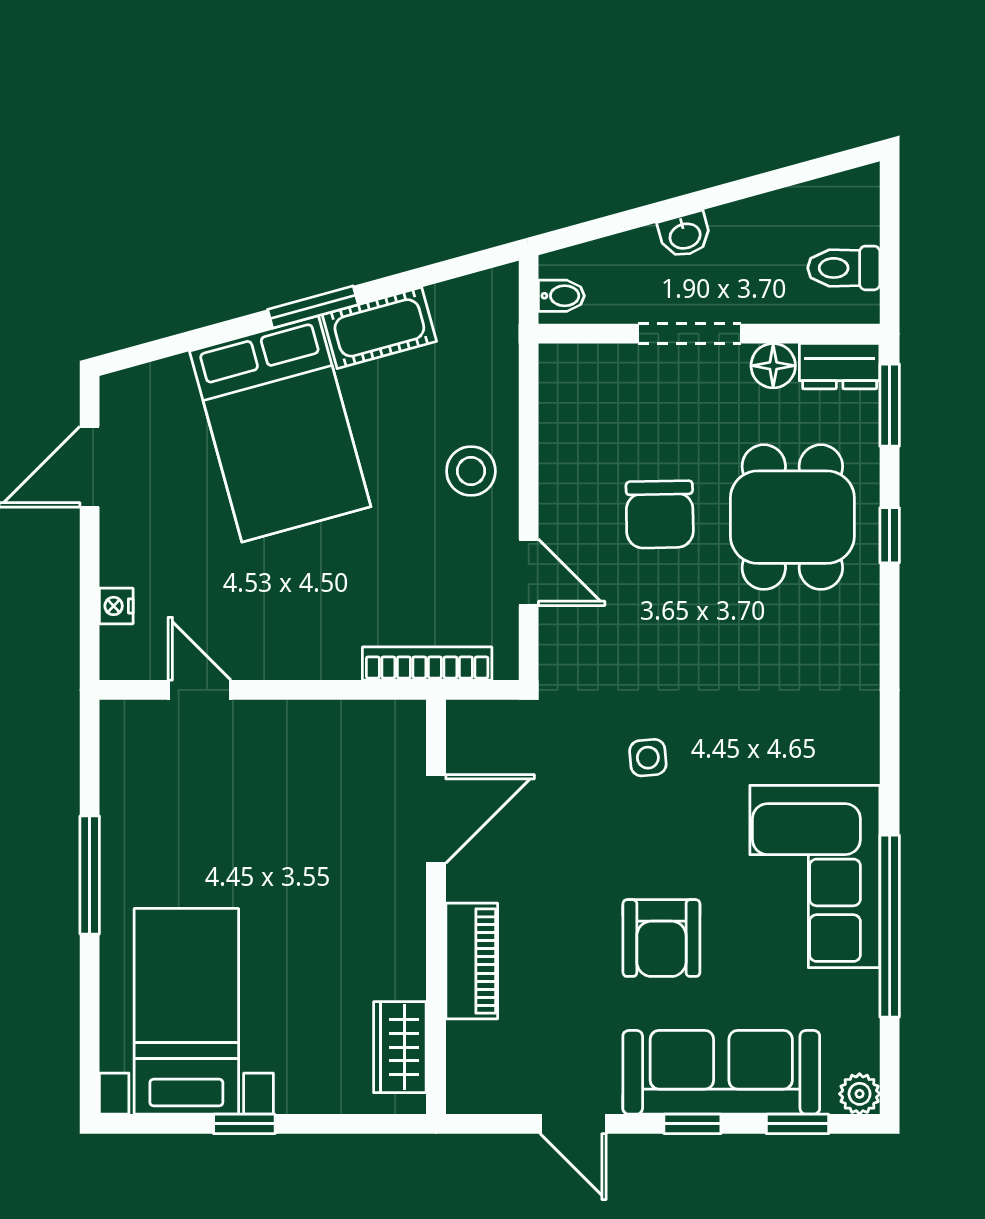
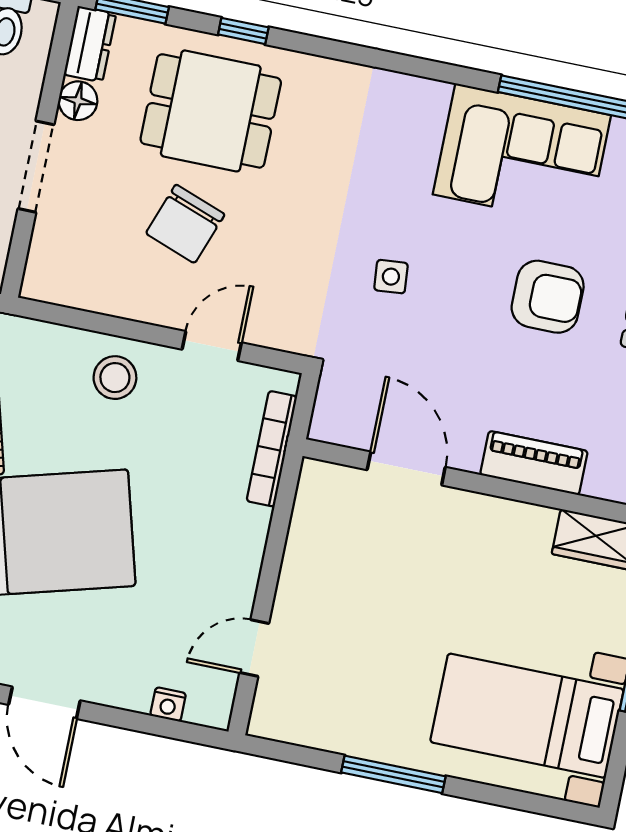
chair: (660, 514) -> (185, 224), turned 111

